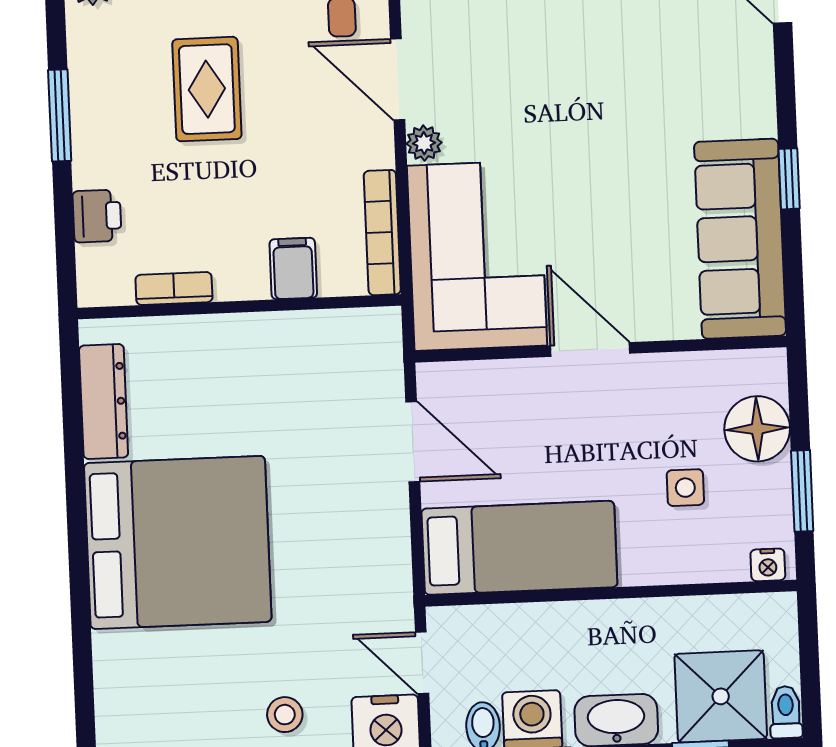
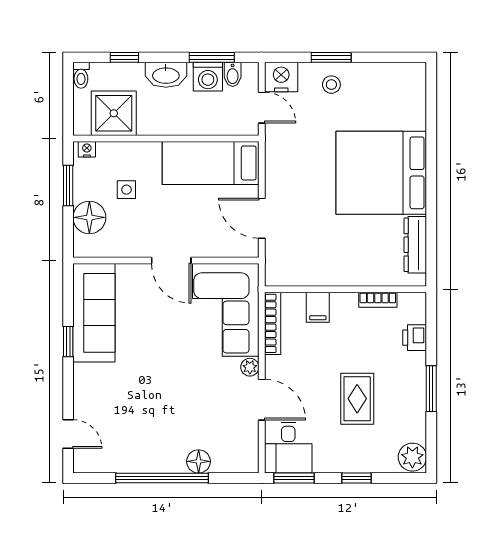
shower: (721, 696) -> (114, 113), moved

